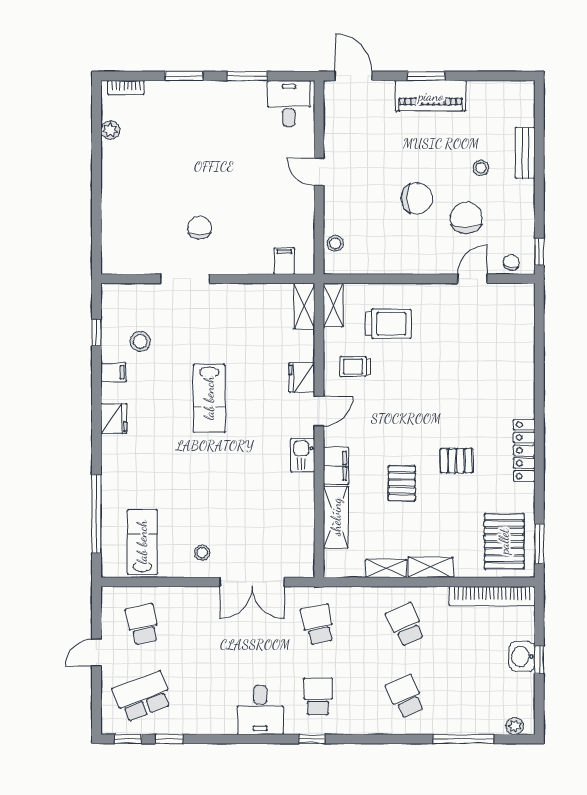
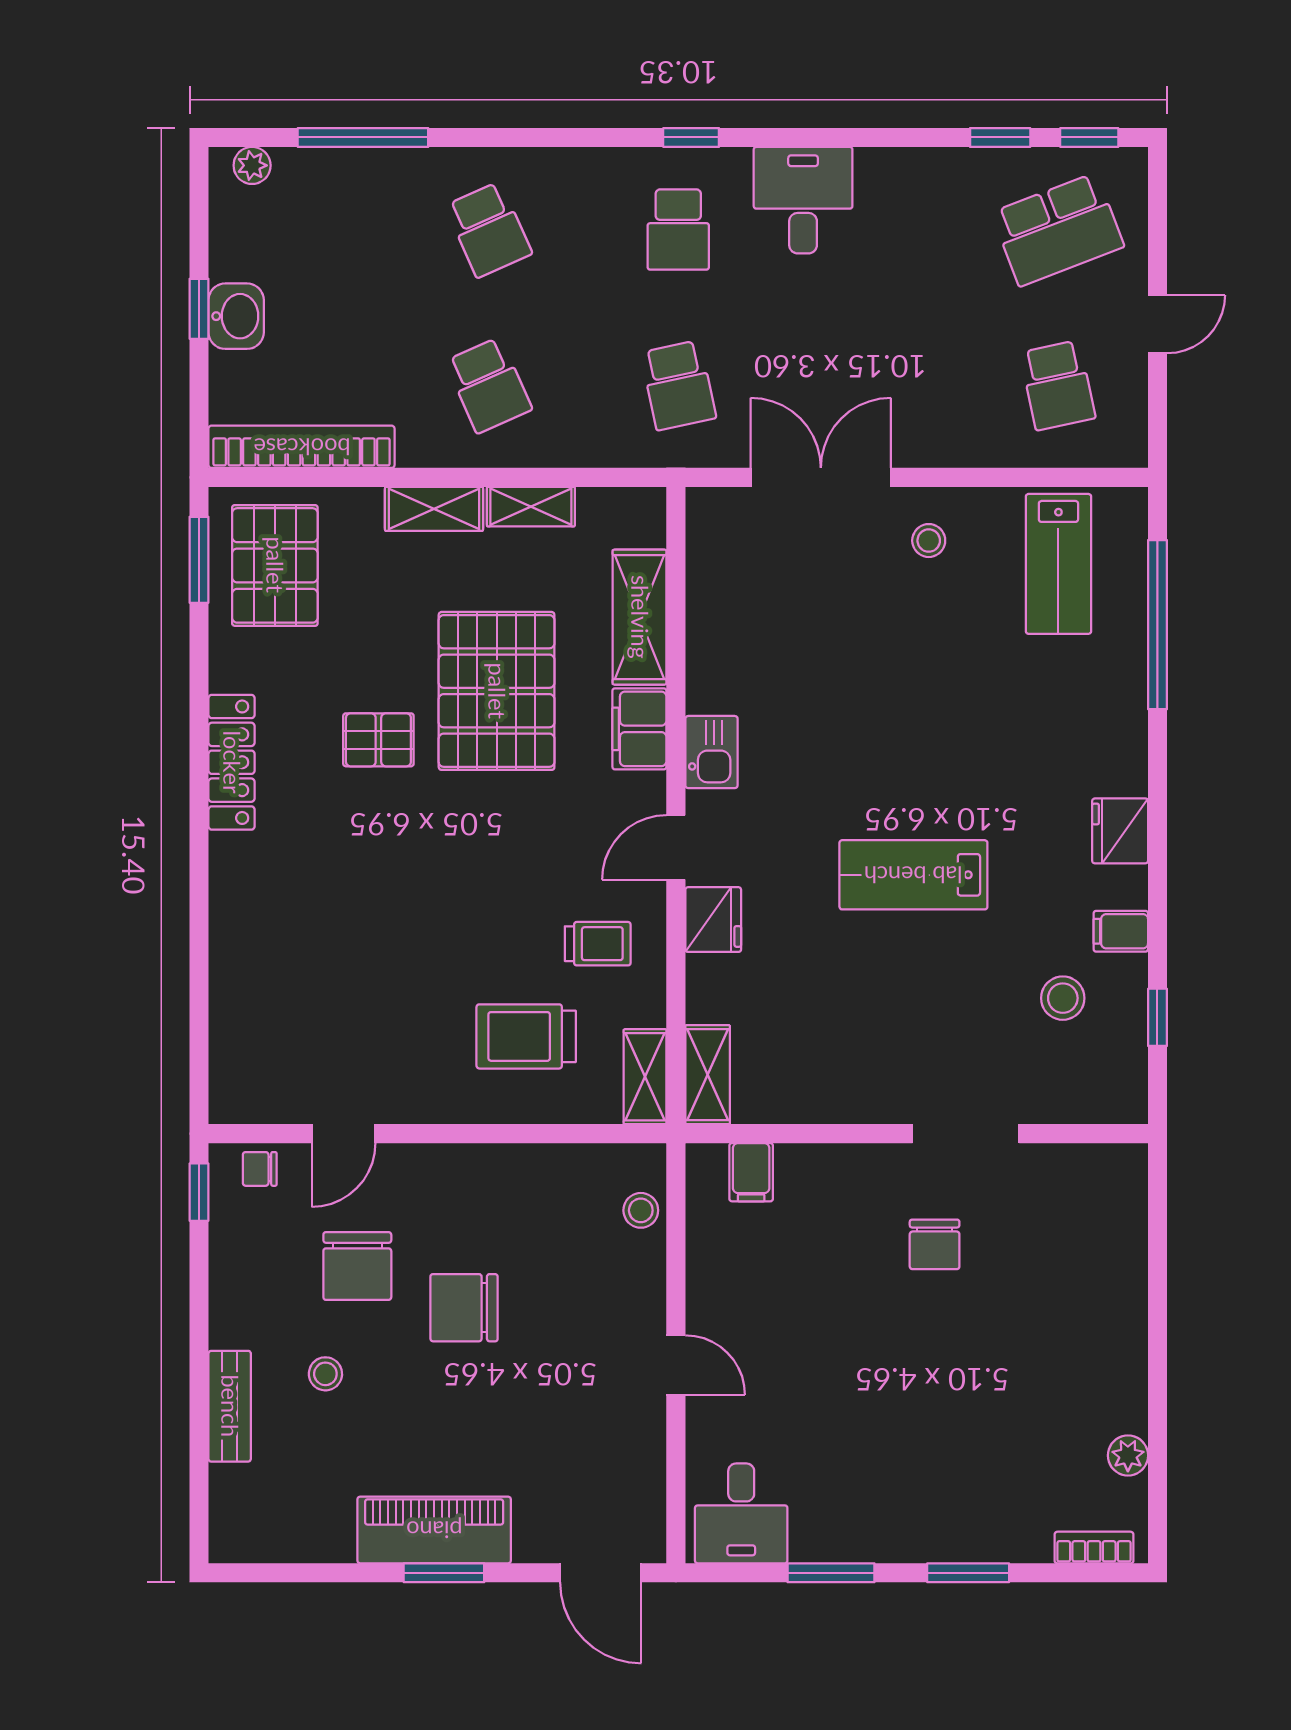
chair: (511, 262) -> (260, 1169), turned 80
lab bench: (209, 398) -> (913, 875), turned -90
pallet: (402, 483) -> (497, 691), width x2.05, depth x2.00

